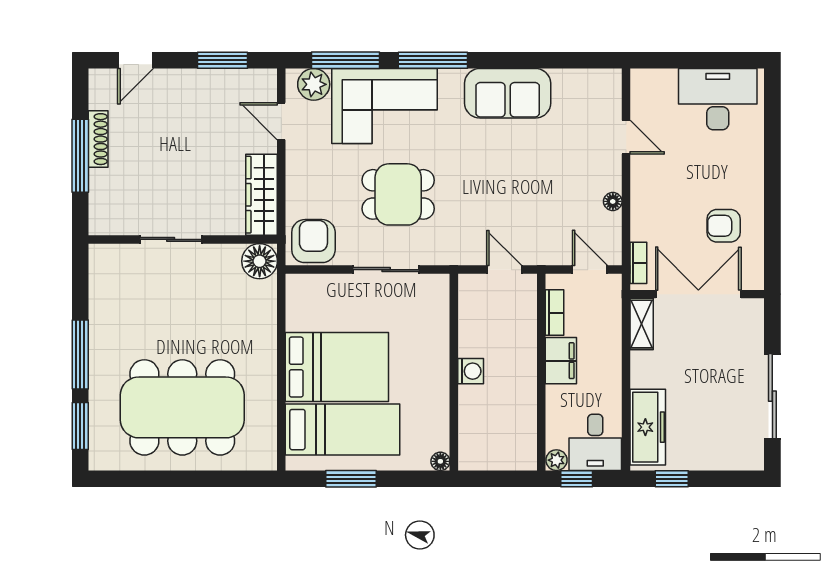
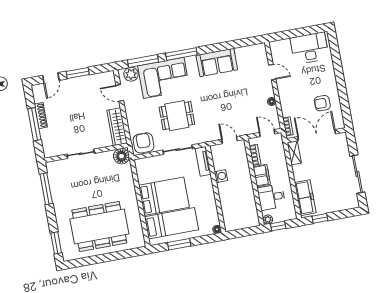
window: (223, 60) -> (78, 73), moved
tv unit: (437, 306) -> (203, 161), added
window: (80, 355) -> (46, 189), moved
washing machine: (471, 371) -> (221, 176), moved
desk: (595, 442) -> (271, 197), moved, turned 90

